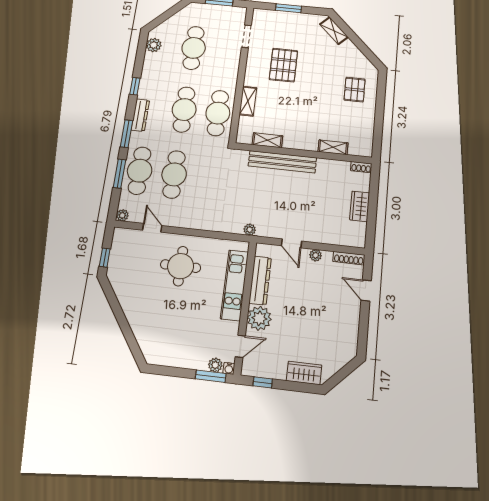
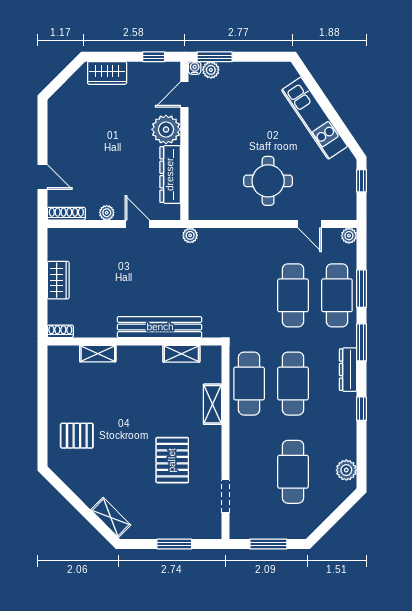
pallet: (355, 90) -> (77, 436), turned 90
kitchen unit: (235, 285) -> (315, 118), moved, turned 146

